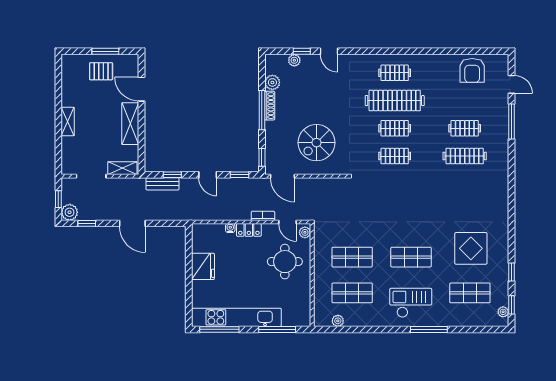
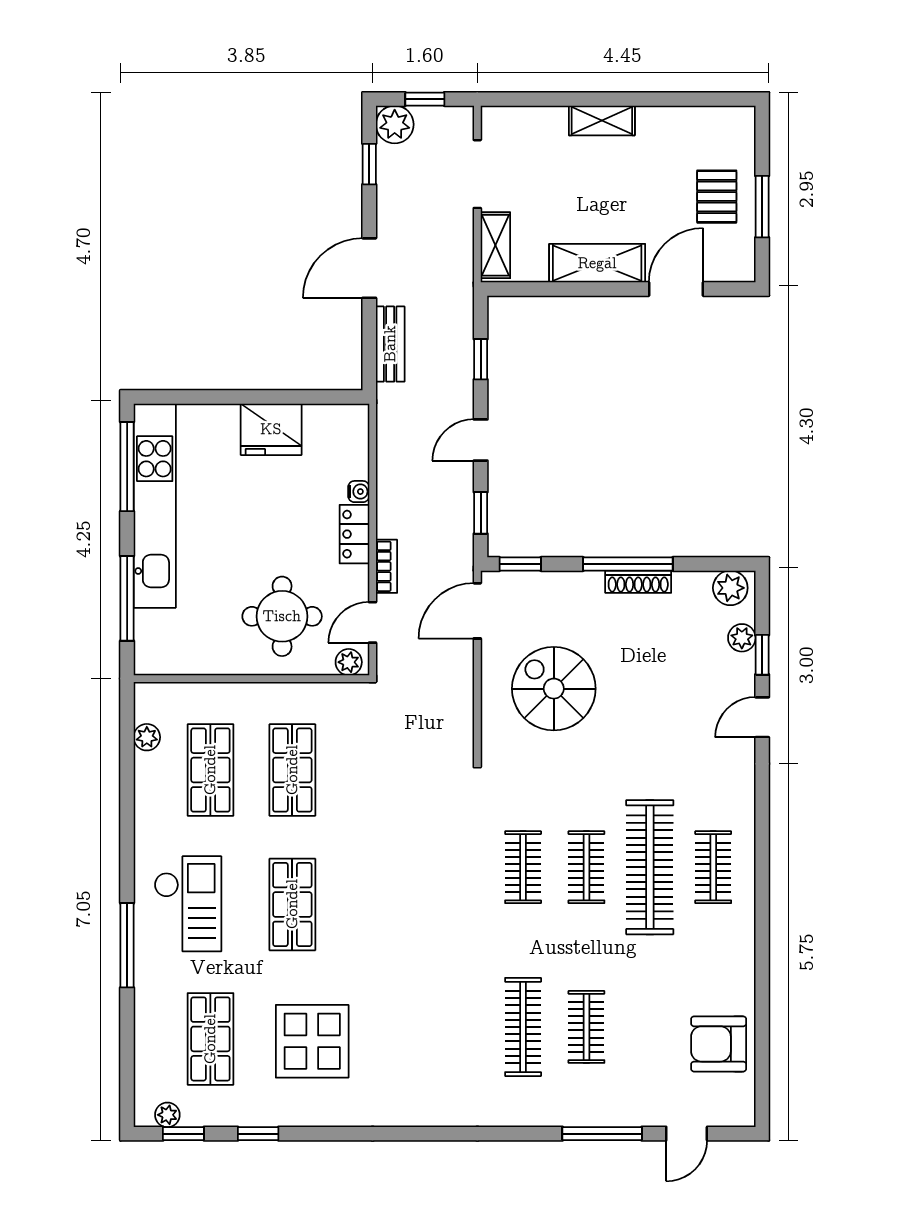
plant: (272, 82) -> (730, 588), moved
bench: (163, 184) -> (390, 344), moved

